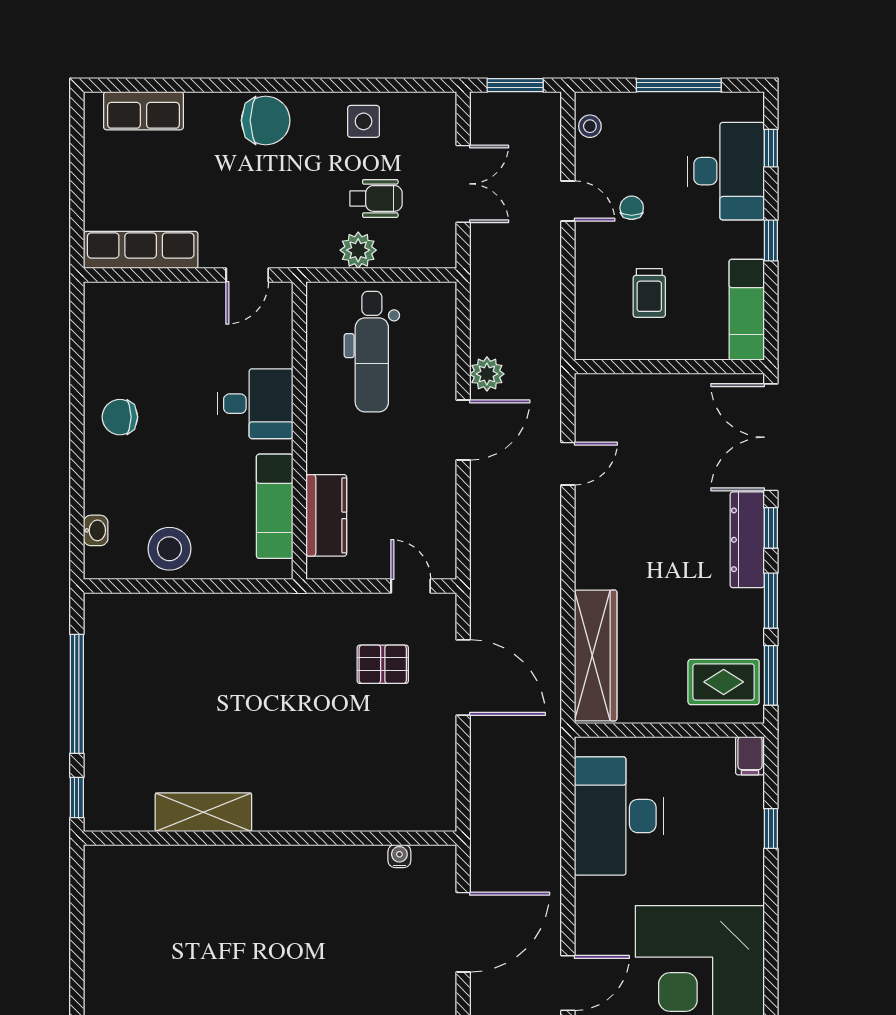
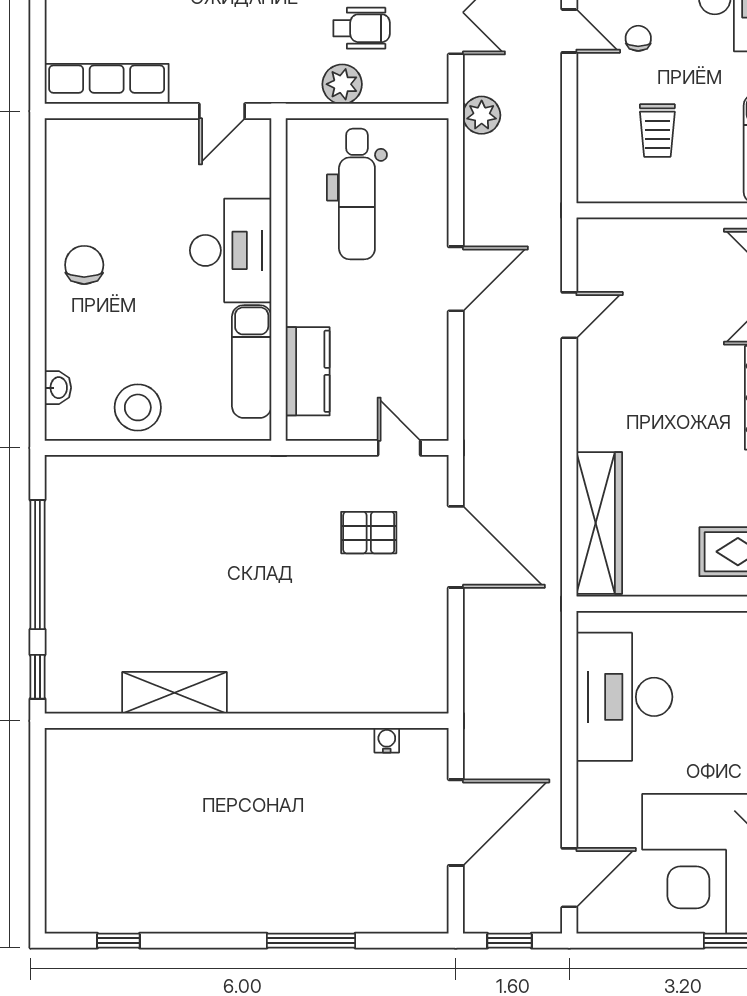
plant: (487, 374) -> (482, 115), moved
desk: (255, 404) -> (231, 250), width x1.37
chair: (120, 417) -> (84, 265), turned 90

